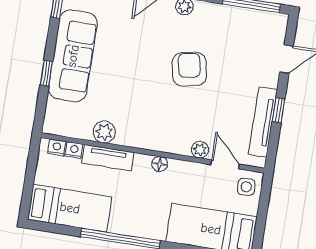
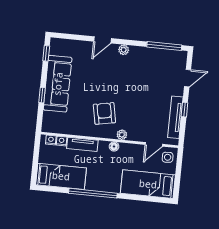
armchair: (189, 69) -> (104, 113), moved
plant: (104, 132) -> (79, 129), removed
plant: (200, 150) -> (122, 135), moved
door: (225, 164) -> (154, 144), swing flipped

